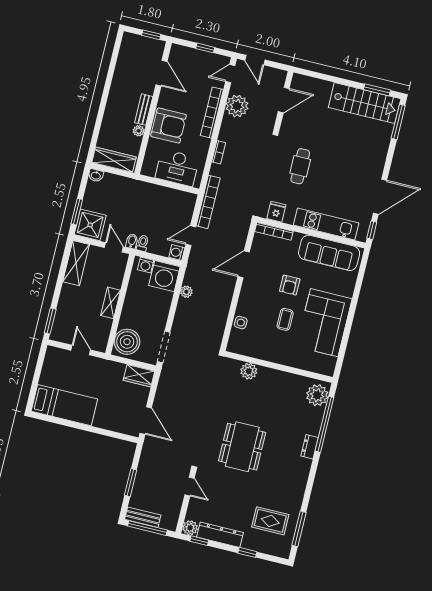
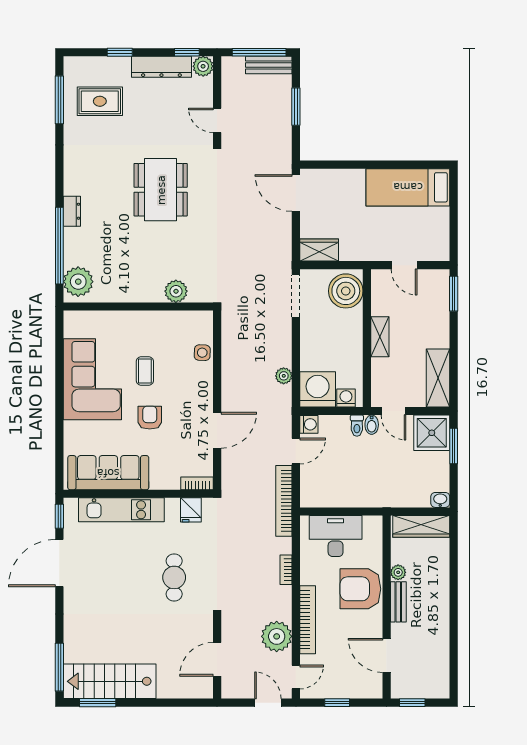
bookcase: (274, 231) -> (197, 483), width x0.64

